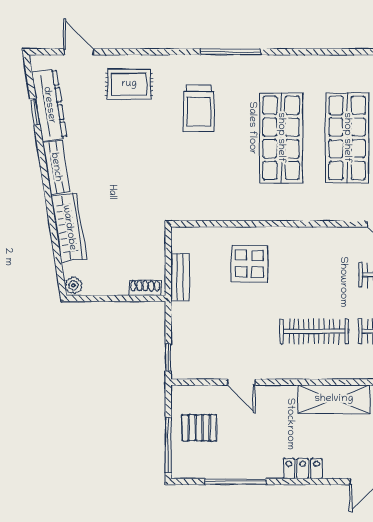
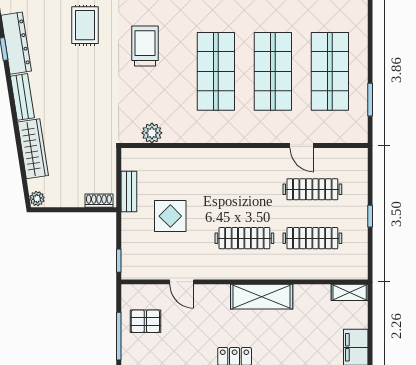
rug: (129, 84) -> (85, 25), turned 90
trolley: (199, 108) -> (145, 46), turned 180
plant: (207, 209) -> (152, 133), added
display table: (249, 264) -> (170, 216), moved

